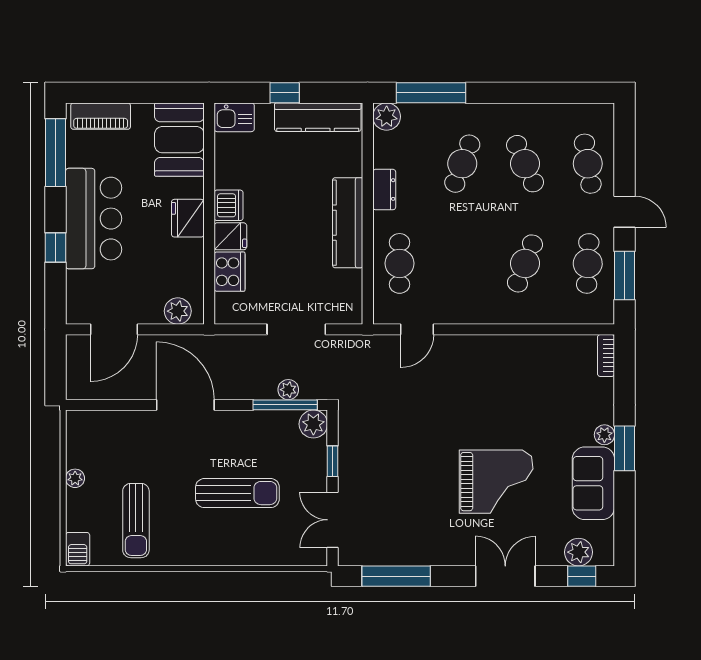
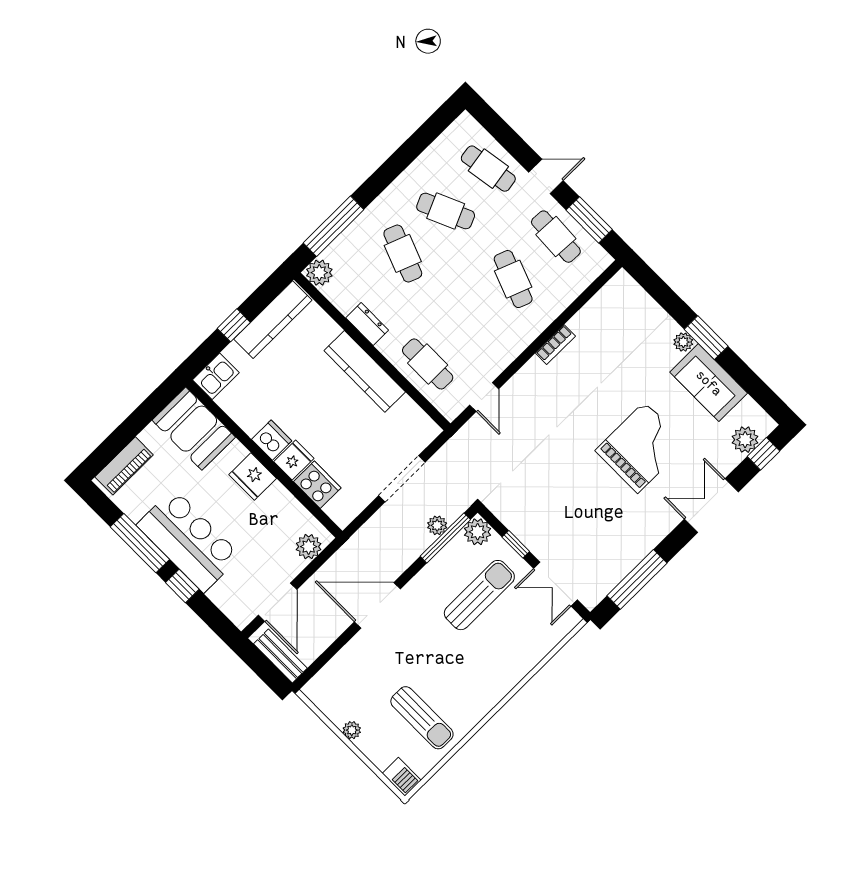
window: (56, 153) -> (140, 543), moved
bookcase: (606, 355) -> (555, 345), moved, turned -90
bench: (77, 371) -> (280, 656), added
sun lounger: (237, 493) -> (479, 595), moved

